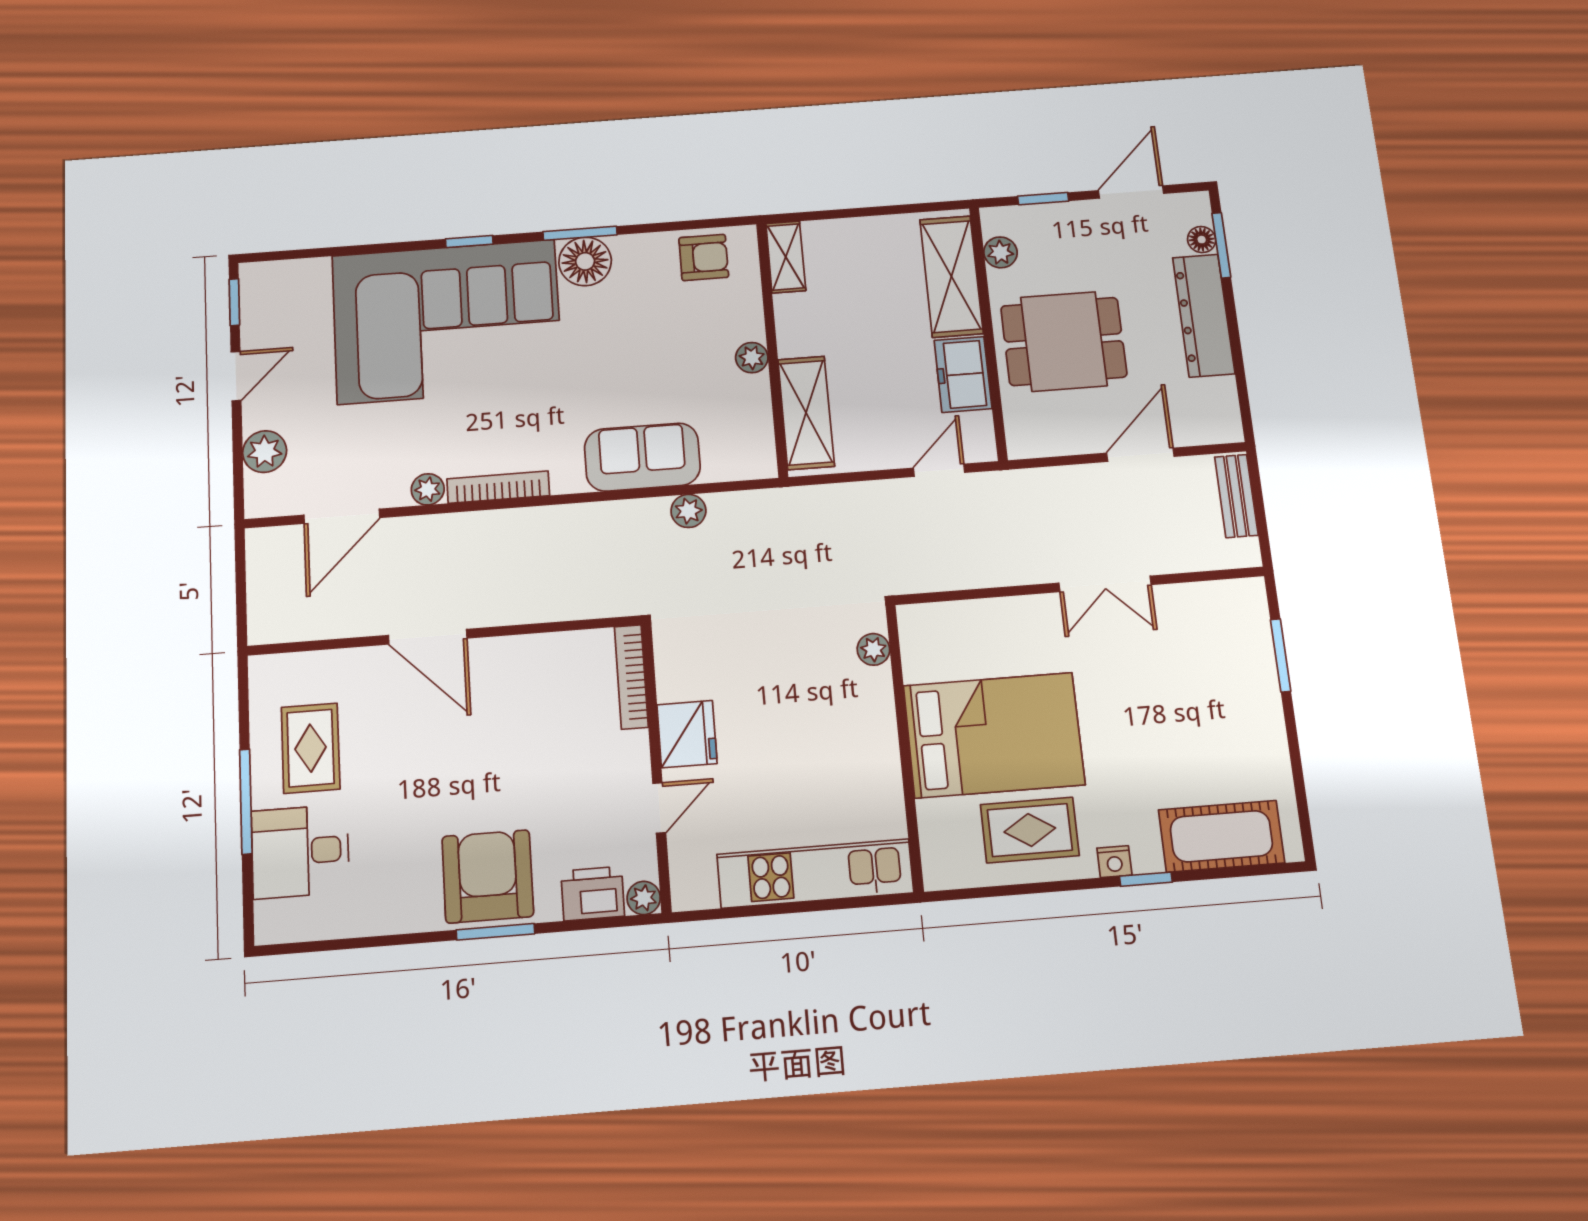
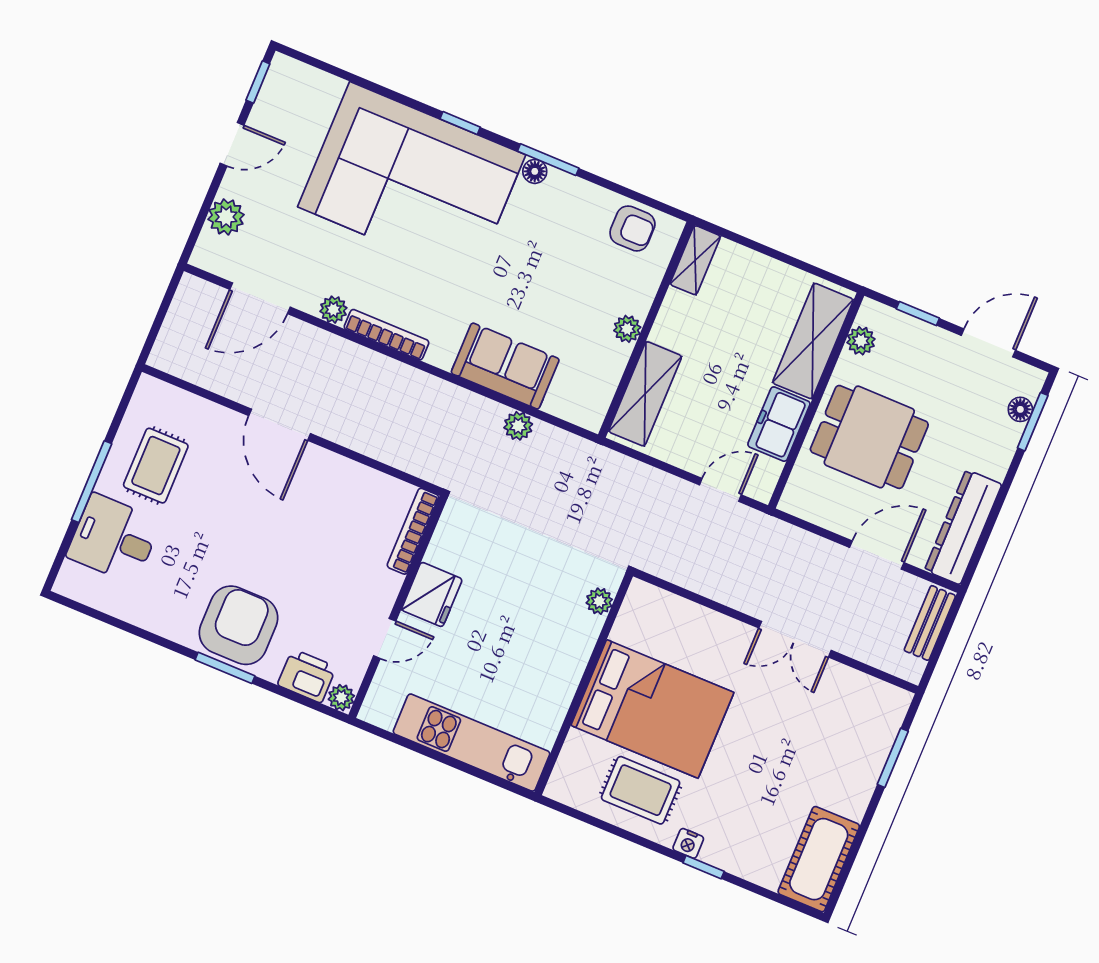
floor lamp: (585, 261) -> (535, 171), width x0.53, depth x0.53
dresser: (1204, 315) -> (963, 527), moved
cot: (1221, 836) -> (819, 859), moved, turned 90

